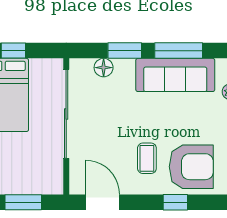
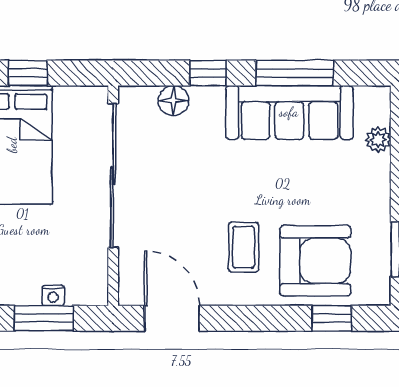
window: (125, 51) -> (208, 73), width x0.67
nightstand: (29, 188) -> (53, 295), added
window: (175, 202) -> (332, 318), moved

